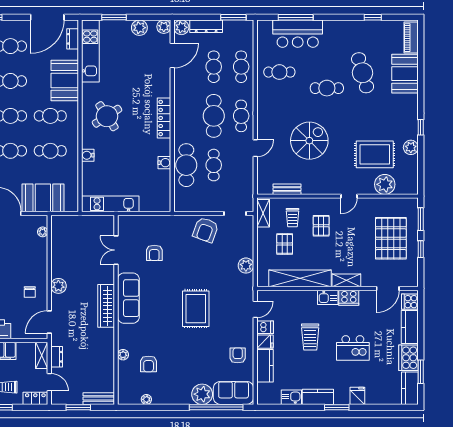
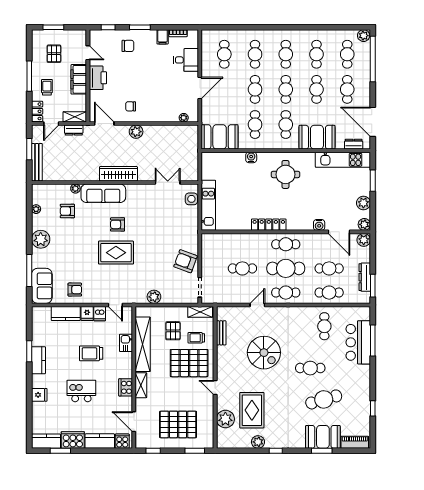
dresser: (206, 26) -> (365, 277), moved
window: (421, 75) -> (322, 451), added
cafe table: (327, 88) -> (310, 368), turned 90
round table: (107, 116) -> (285, 174), turned 33
locker: (164, 118) -> (269, 225), moved
door: (255, 148) -> (257, 305), swing flipped
water cooler: (164, 163) -> (319, 225), moved
cafe table: (186, 165) -> (286, 244), moved, width x0.73, depth x0.74
booth: (43, 198) -> (220, 137), moved, turned 90
kitchen unit: (110, 204) -> (208, 205), moved
side table: (135, 223) -> (191, 199), added
pallet: (321, 226) -> (189, 363), width x2.05, depth x2.00
pallet: (285, 244) -> (173, 331), turned 90
window: (421, 249) -> (153, 451), moved
armchair: (154, 253) -> (118, 224), moved
kitchen sink: (328, 297) -> (126, 343), moved
sofa: (128, 298) -> (103, 193), moved
kitchen island: (353, 348) -> (81, 391), turned 90
plant: (202, 394) -> (41, 239), moved
kitchen sink: (291, 397) -> (38, 337), removed
bench: (99, 399) -> (37, 162), width x1.36
window: (216, 407) -> (29, 271), width x0.68
window: (337, 407) -> (29, 351), moved

